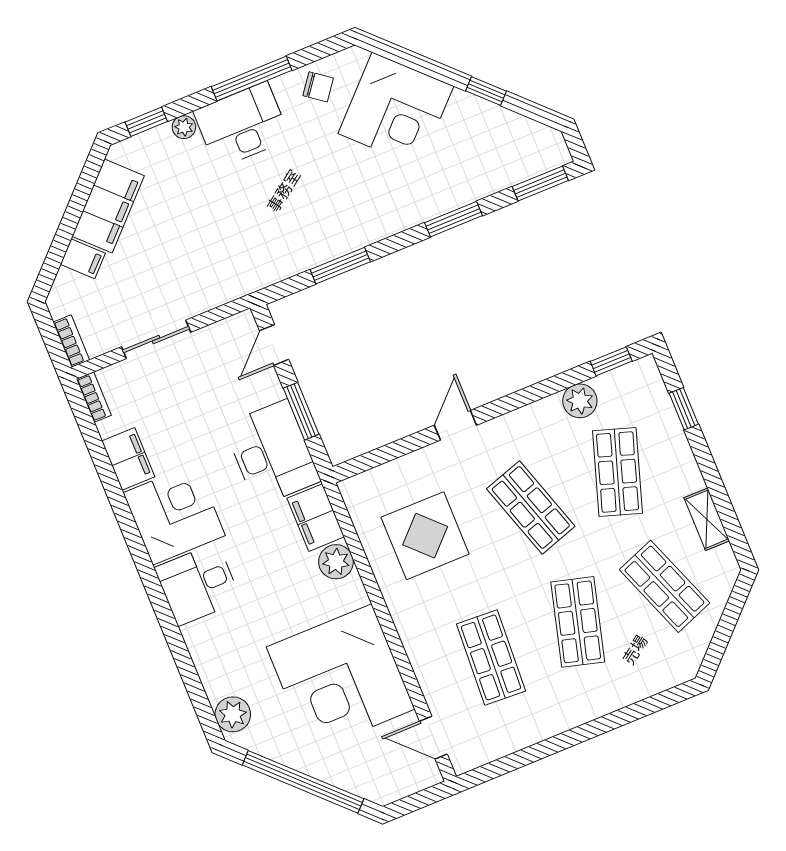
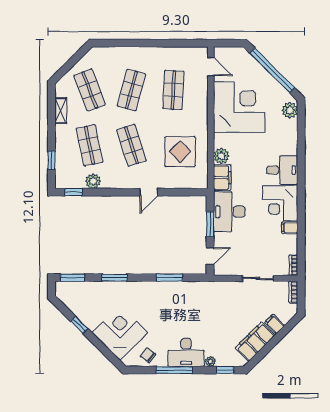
filing cabinet: (128, 459) -> (290, 228), width x0.50
shop shelf: (617, 472) -> (90, 145), turned -30

